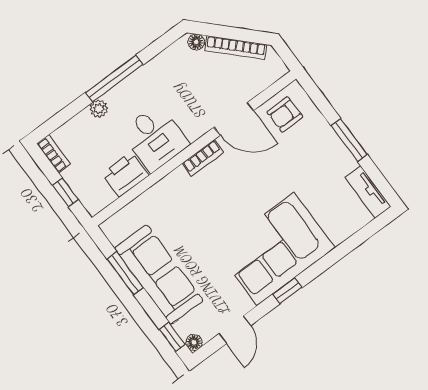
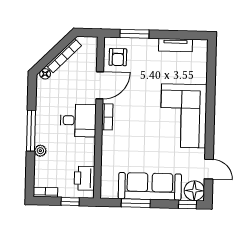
desk: (155, 138) -> (78, 120), moved
window: (349, 140) -> (135, 34), moved
printer: (125, 174) -> (84, 178), moved
tv unit: (368, 192) -> (175, 45), moved
window: (287, 291) -> (210, 127), removed
floor lamp: (194, 342) -> (194, 191), width x1.89, depth x1.89

